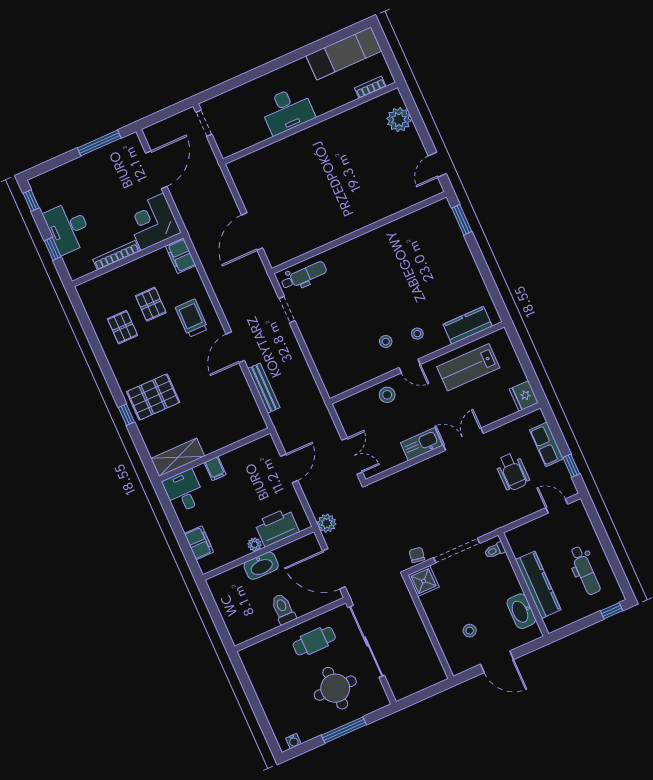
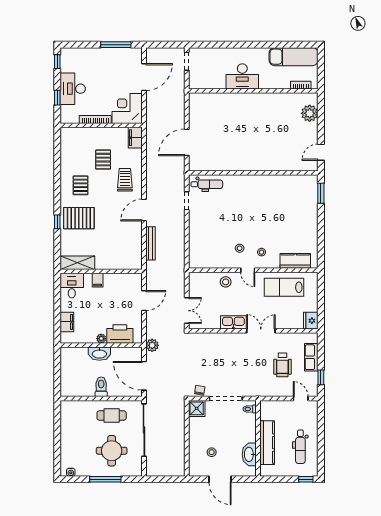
pallet: (123, 327) -> (81, 185), moved

